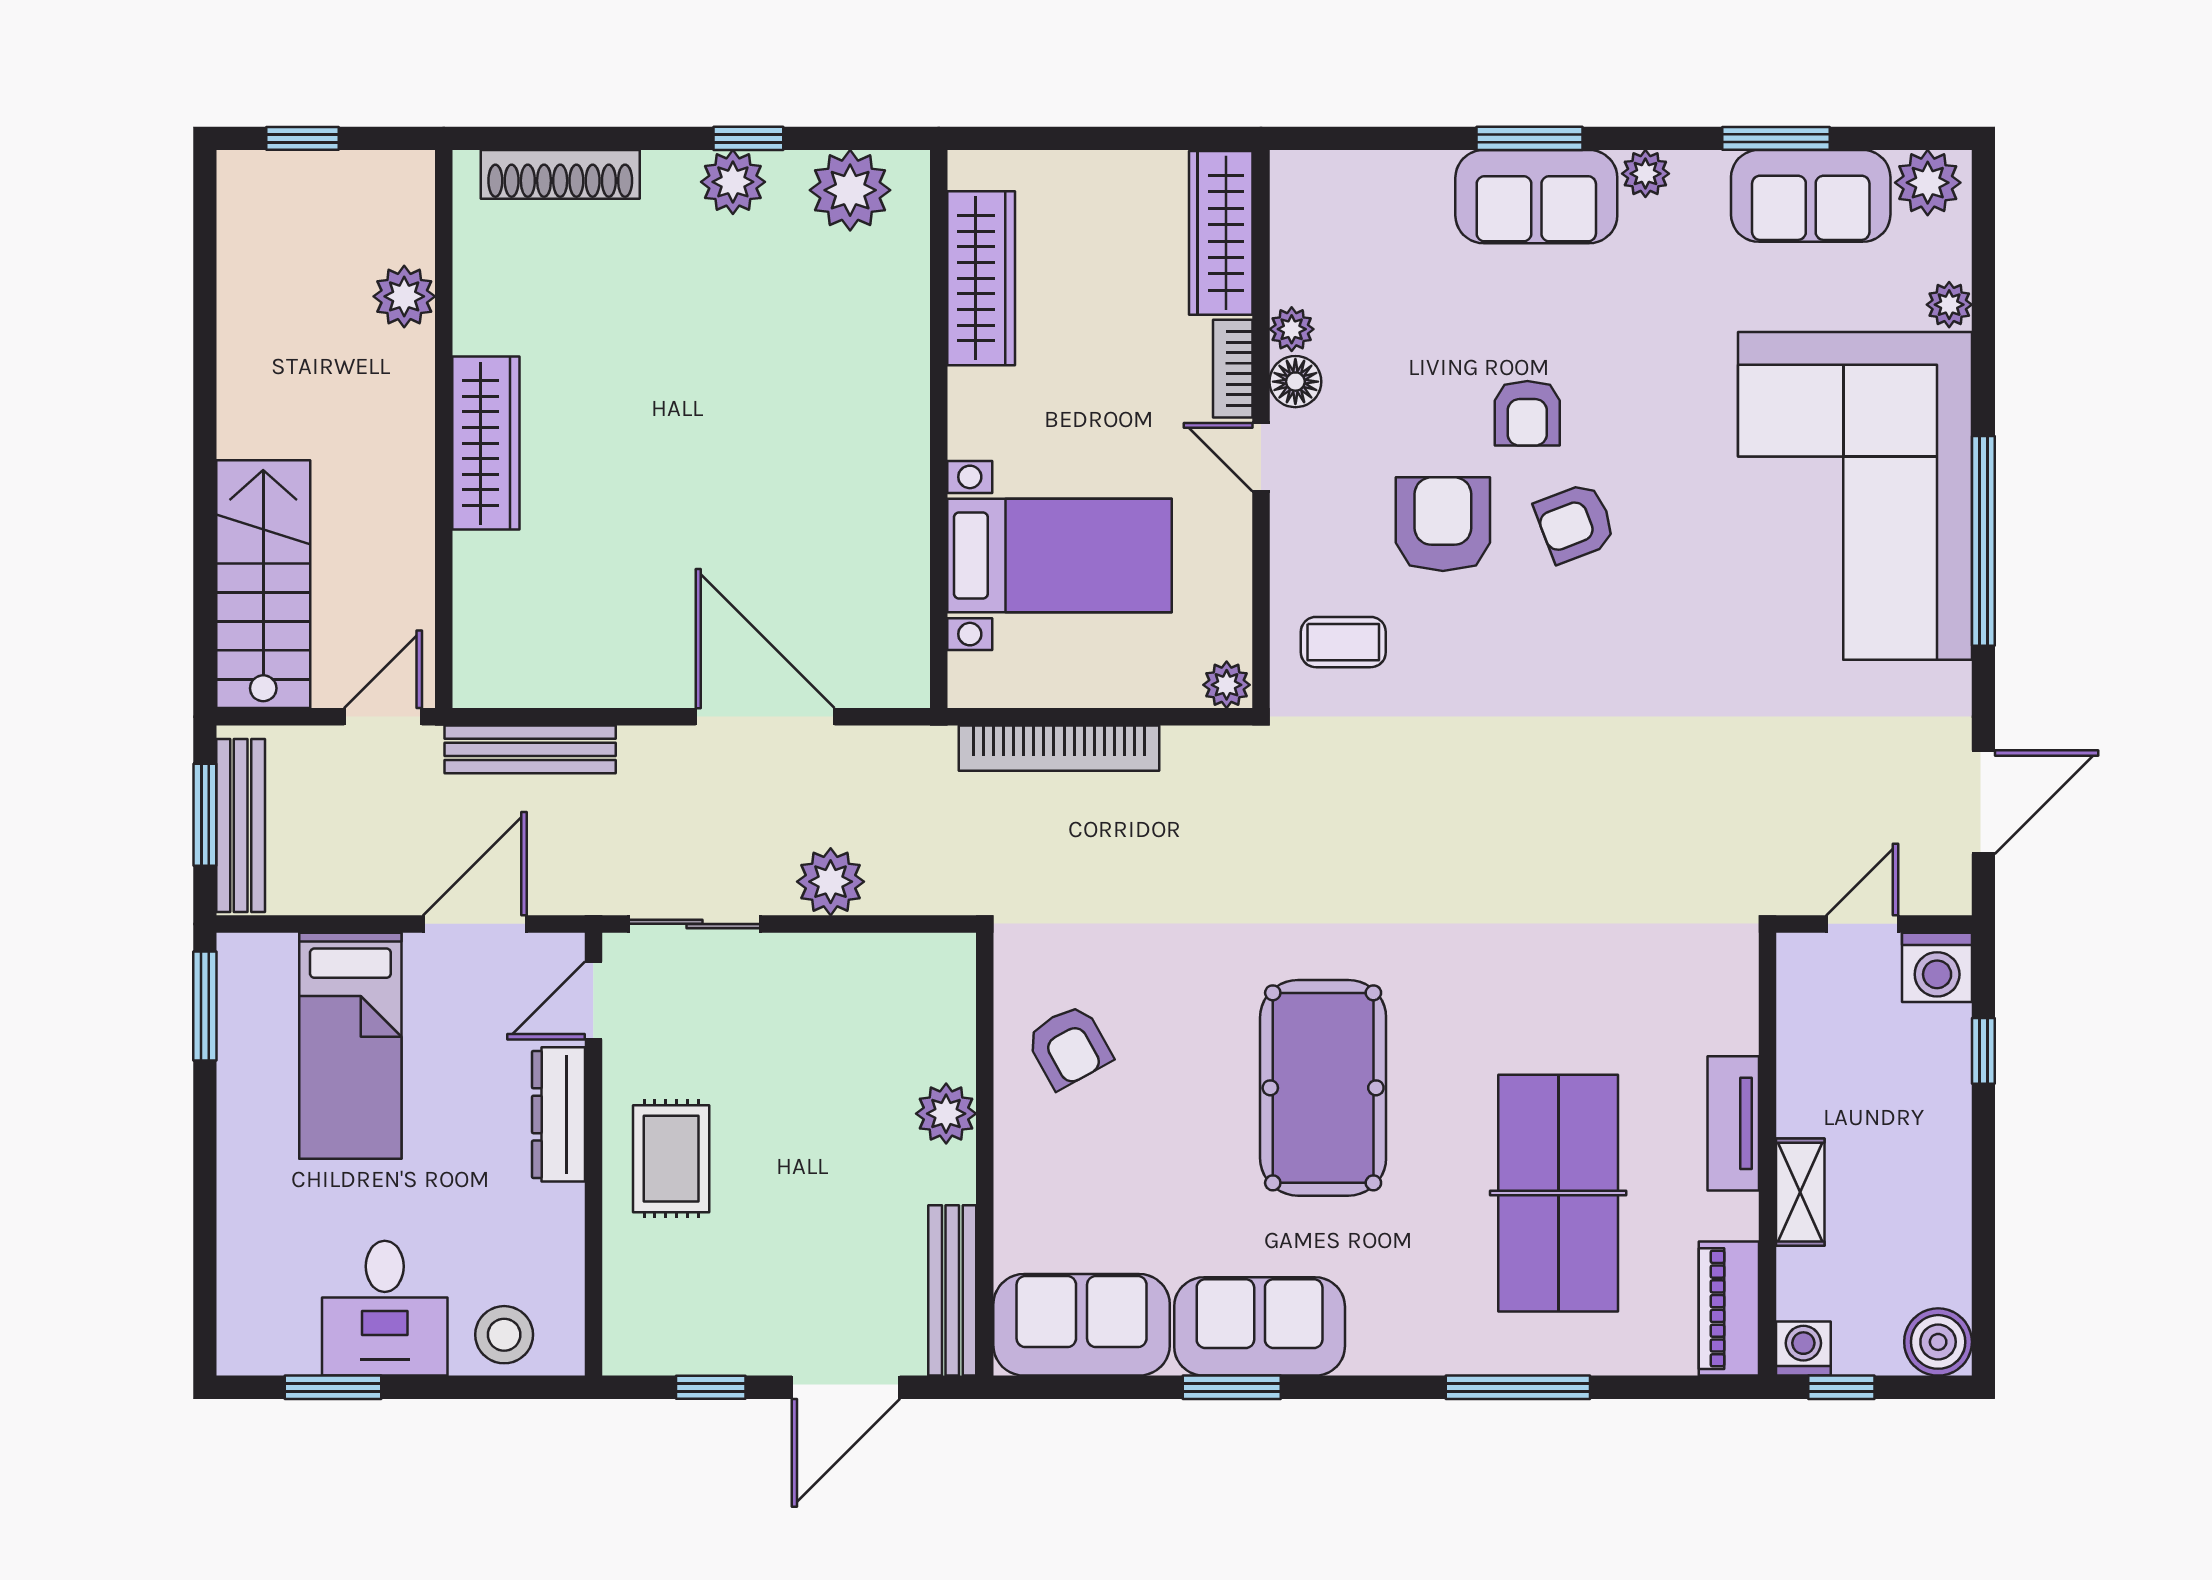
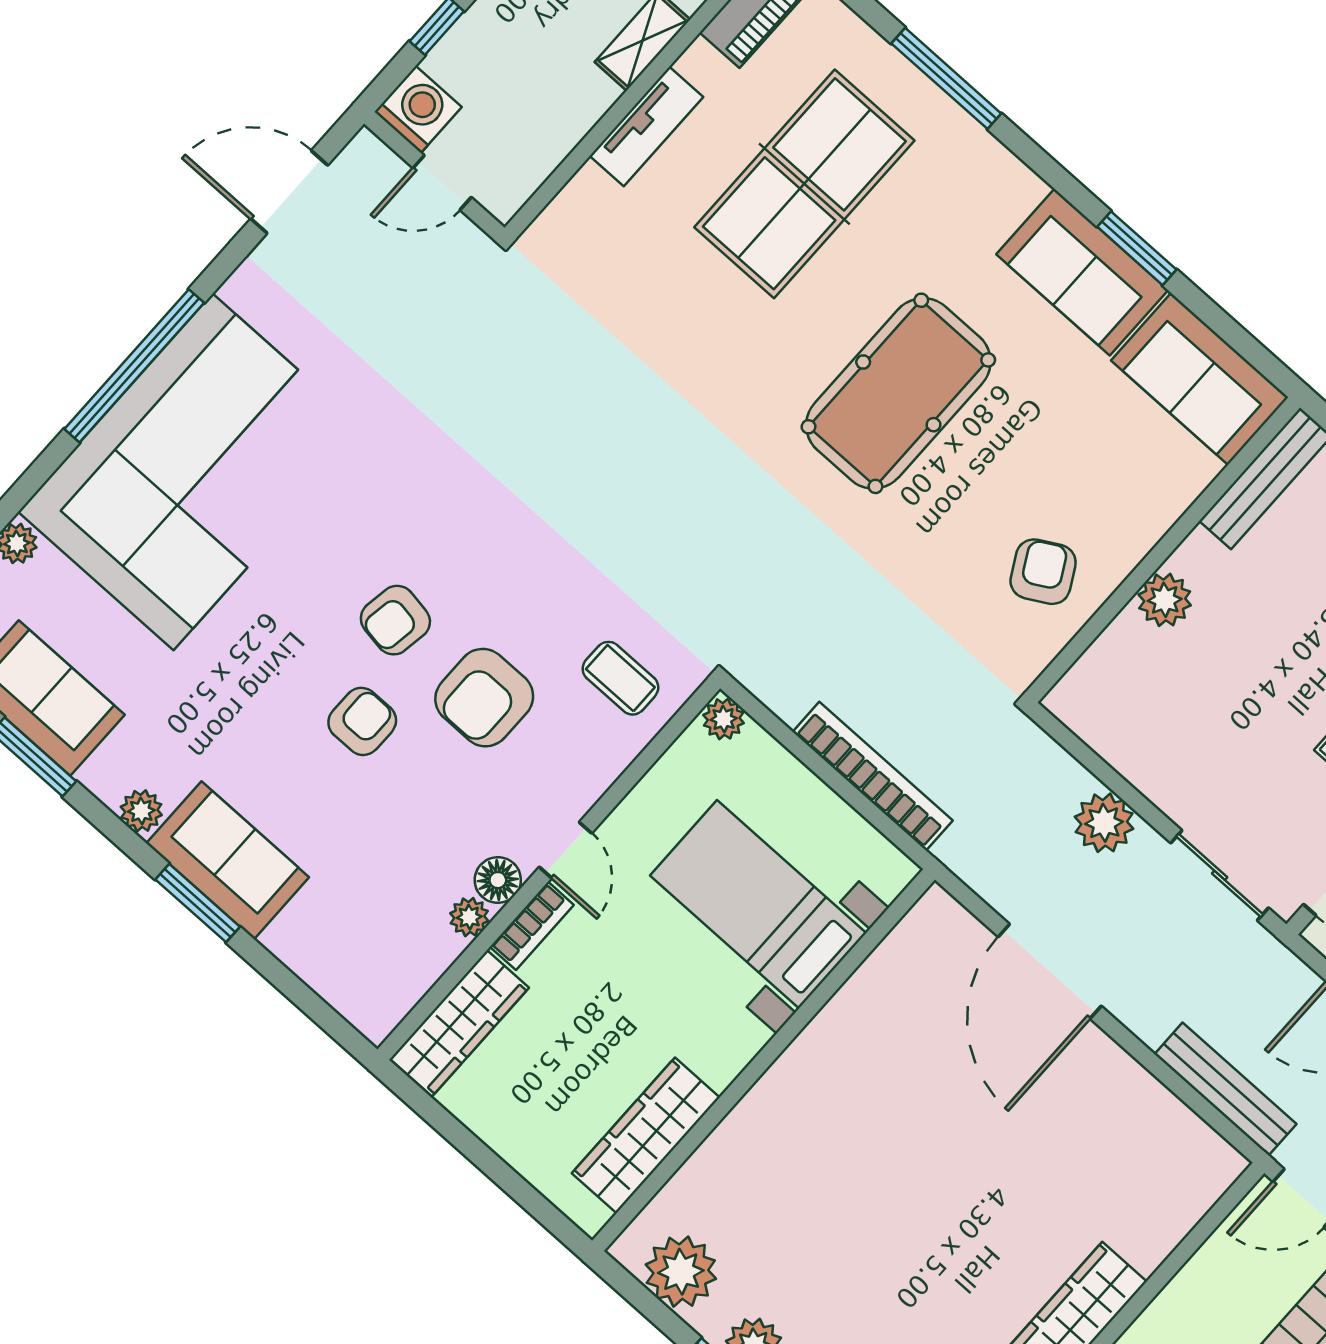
armchair: (1575, 523) -> (395, 620), turned 120

